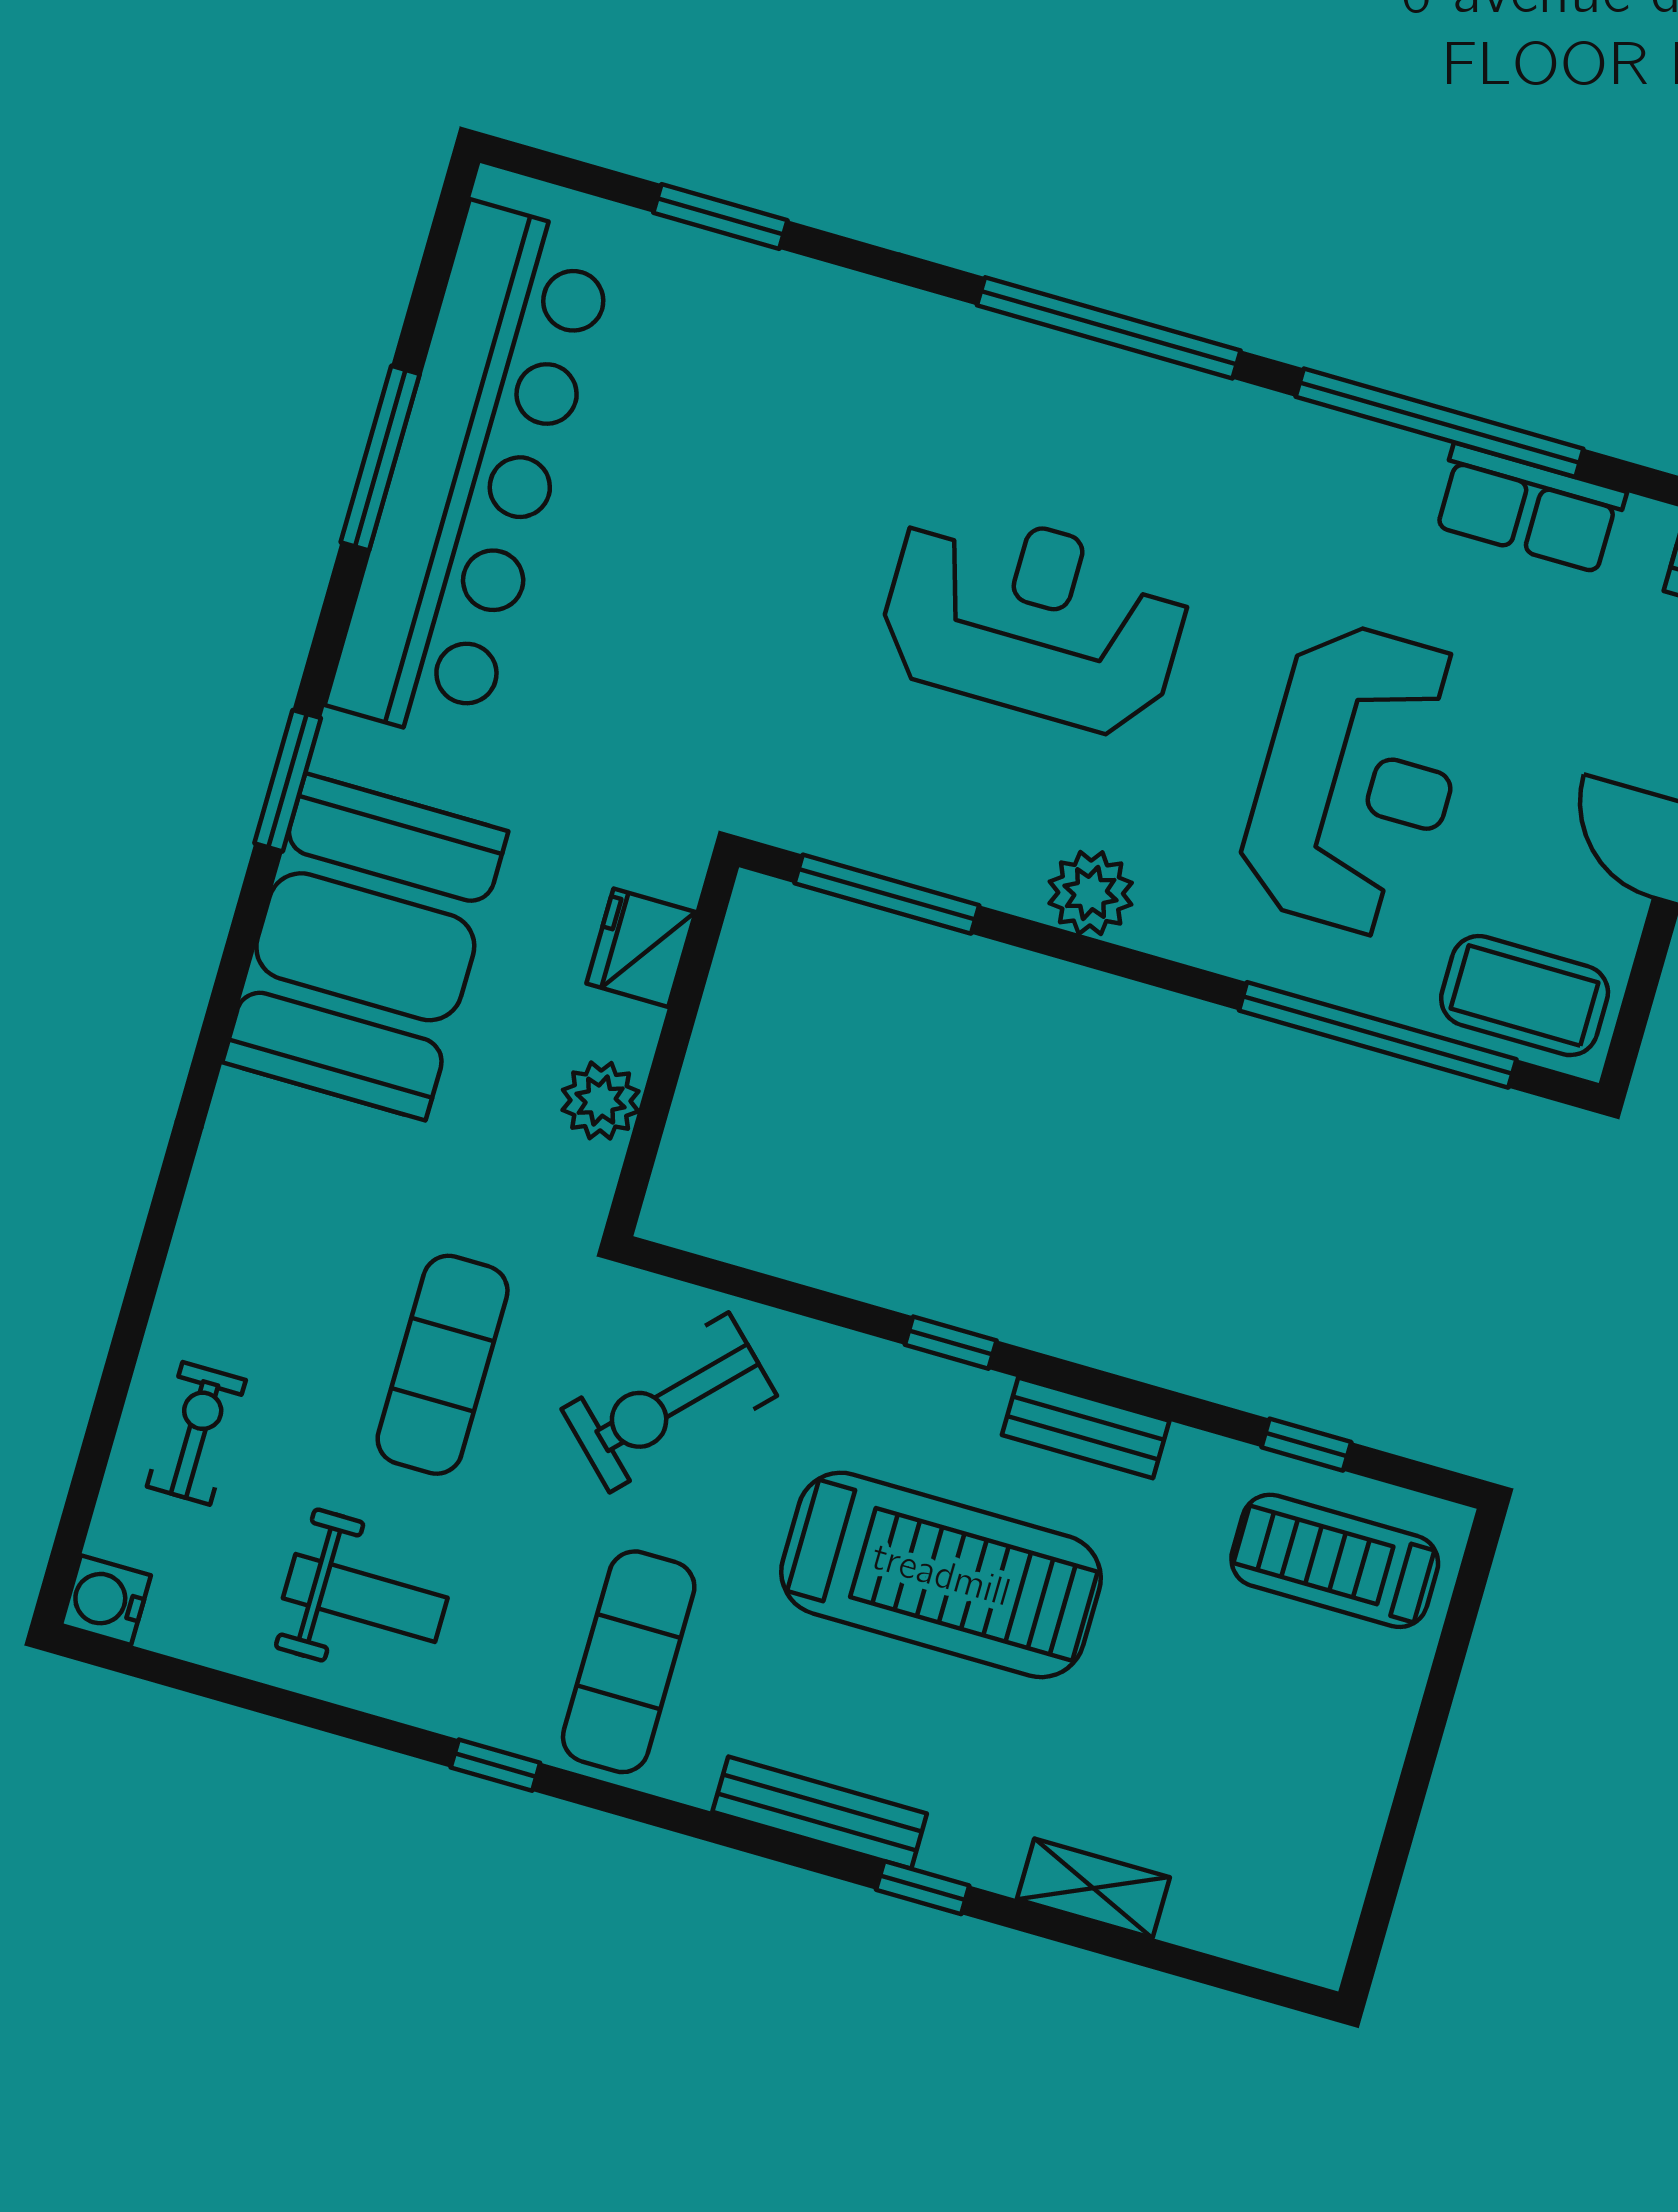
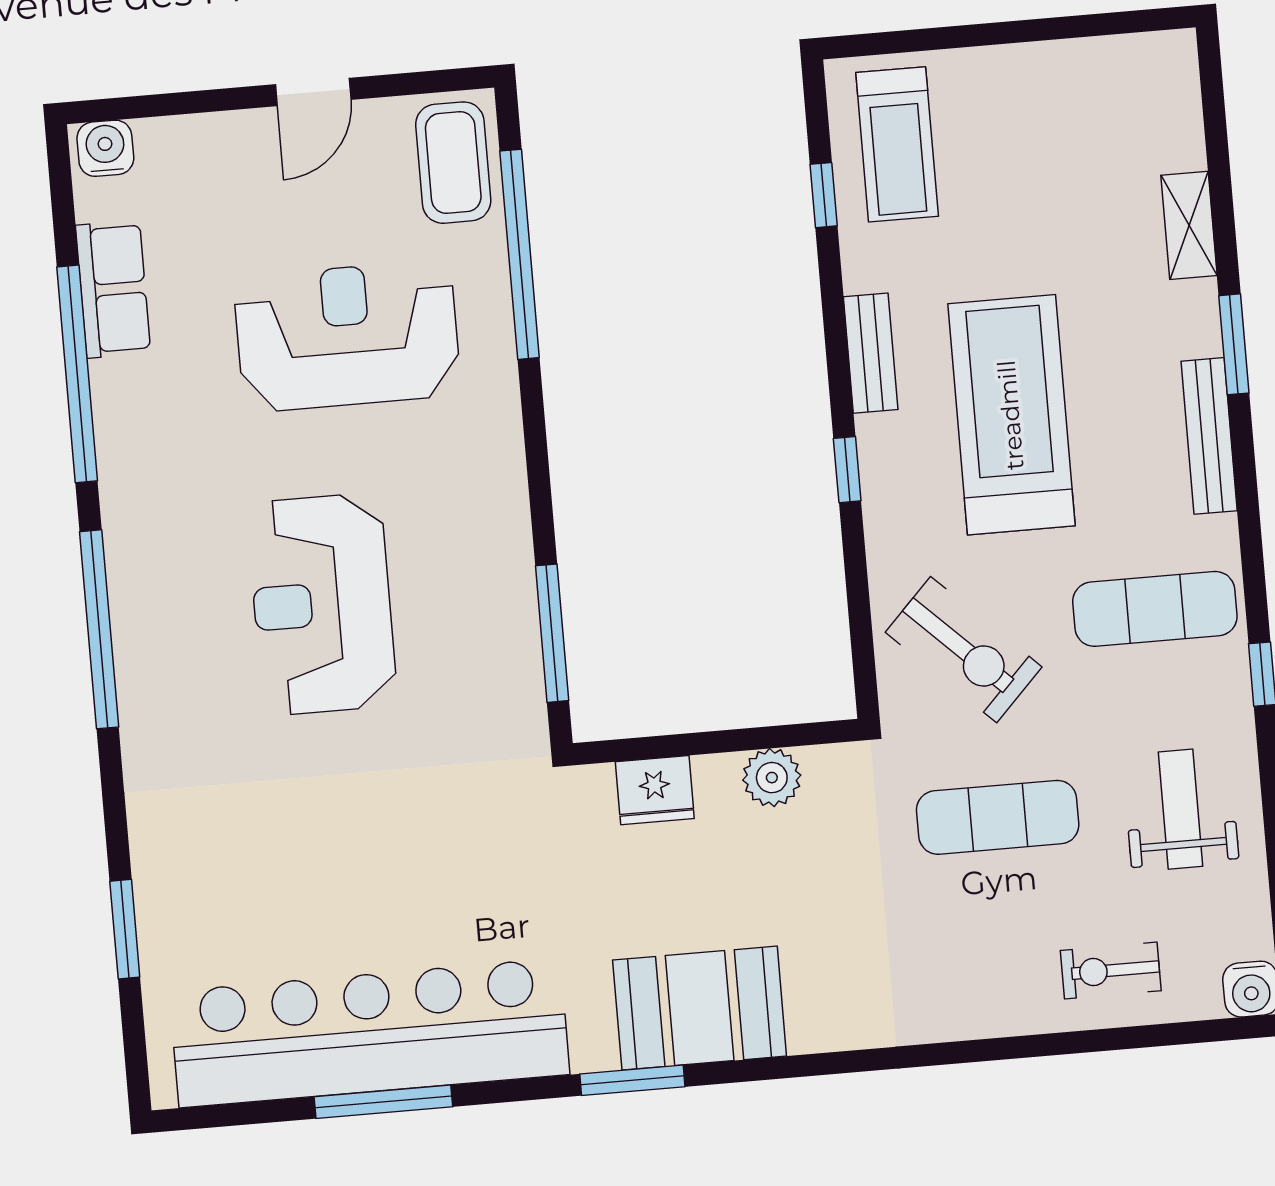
plant: (1091, 893) -> (497, 492), removed
booth: (365, 947) -> (700, 1008), width x0.73, depth x0.70
window: (923, 1888) -> (1234, 344), width x1.50

